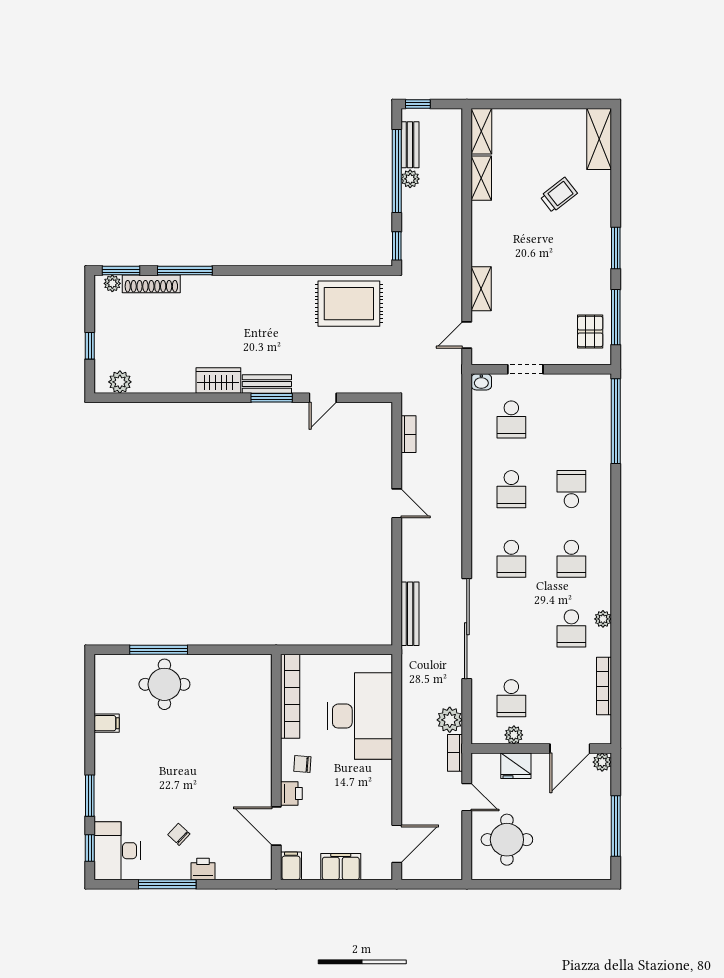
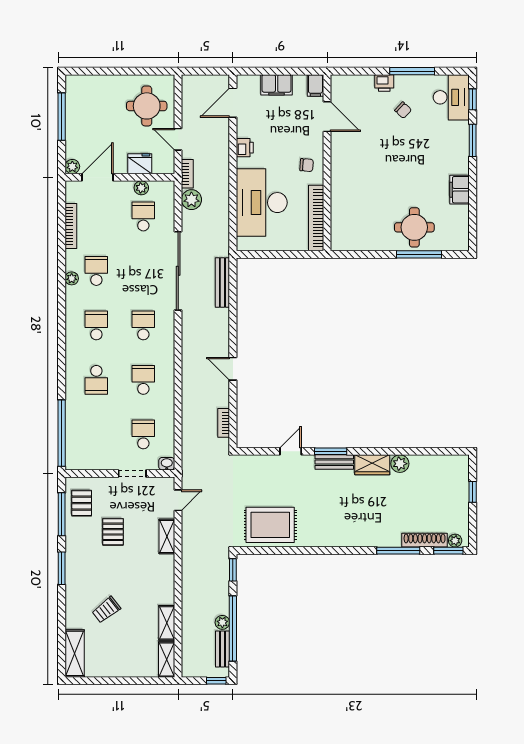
pallet: (550, 295) -> (113, 532), added
plant: (120, 382) -> (400, 464), moved
filing cabinet: (107, 723) -> (460, 190), width x2.00
printer: (291, 793) -> (245, 148), moved, turned 180

